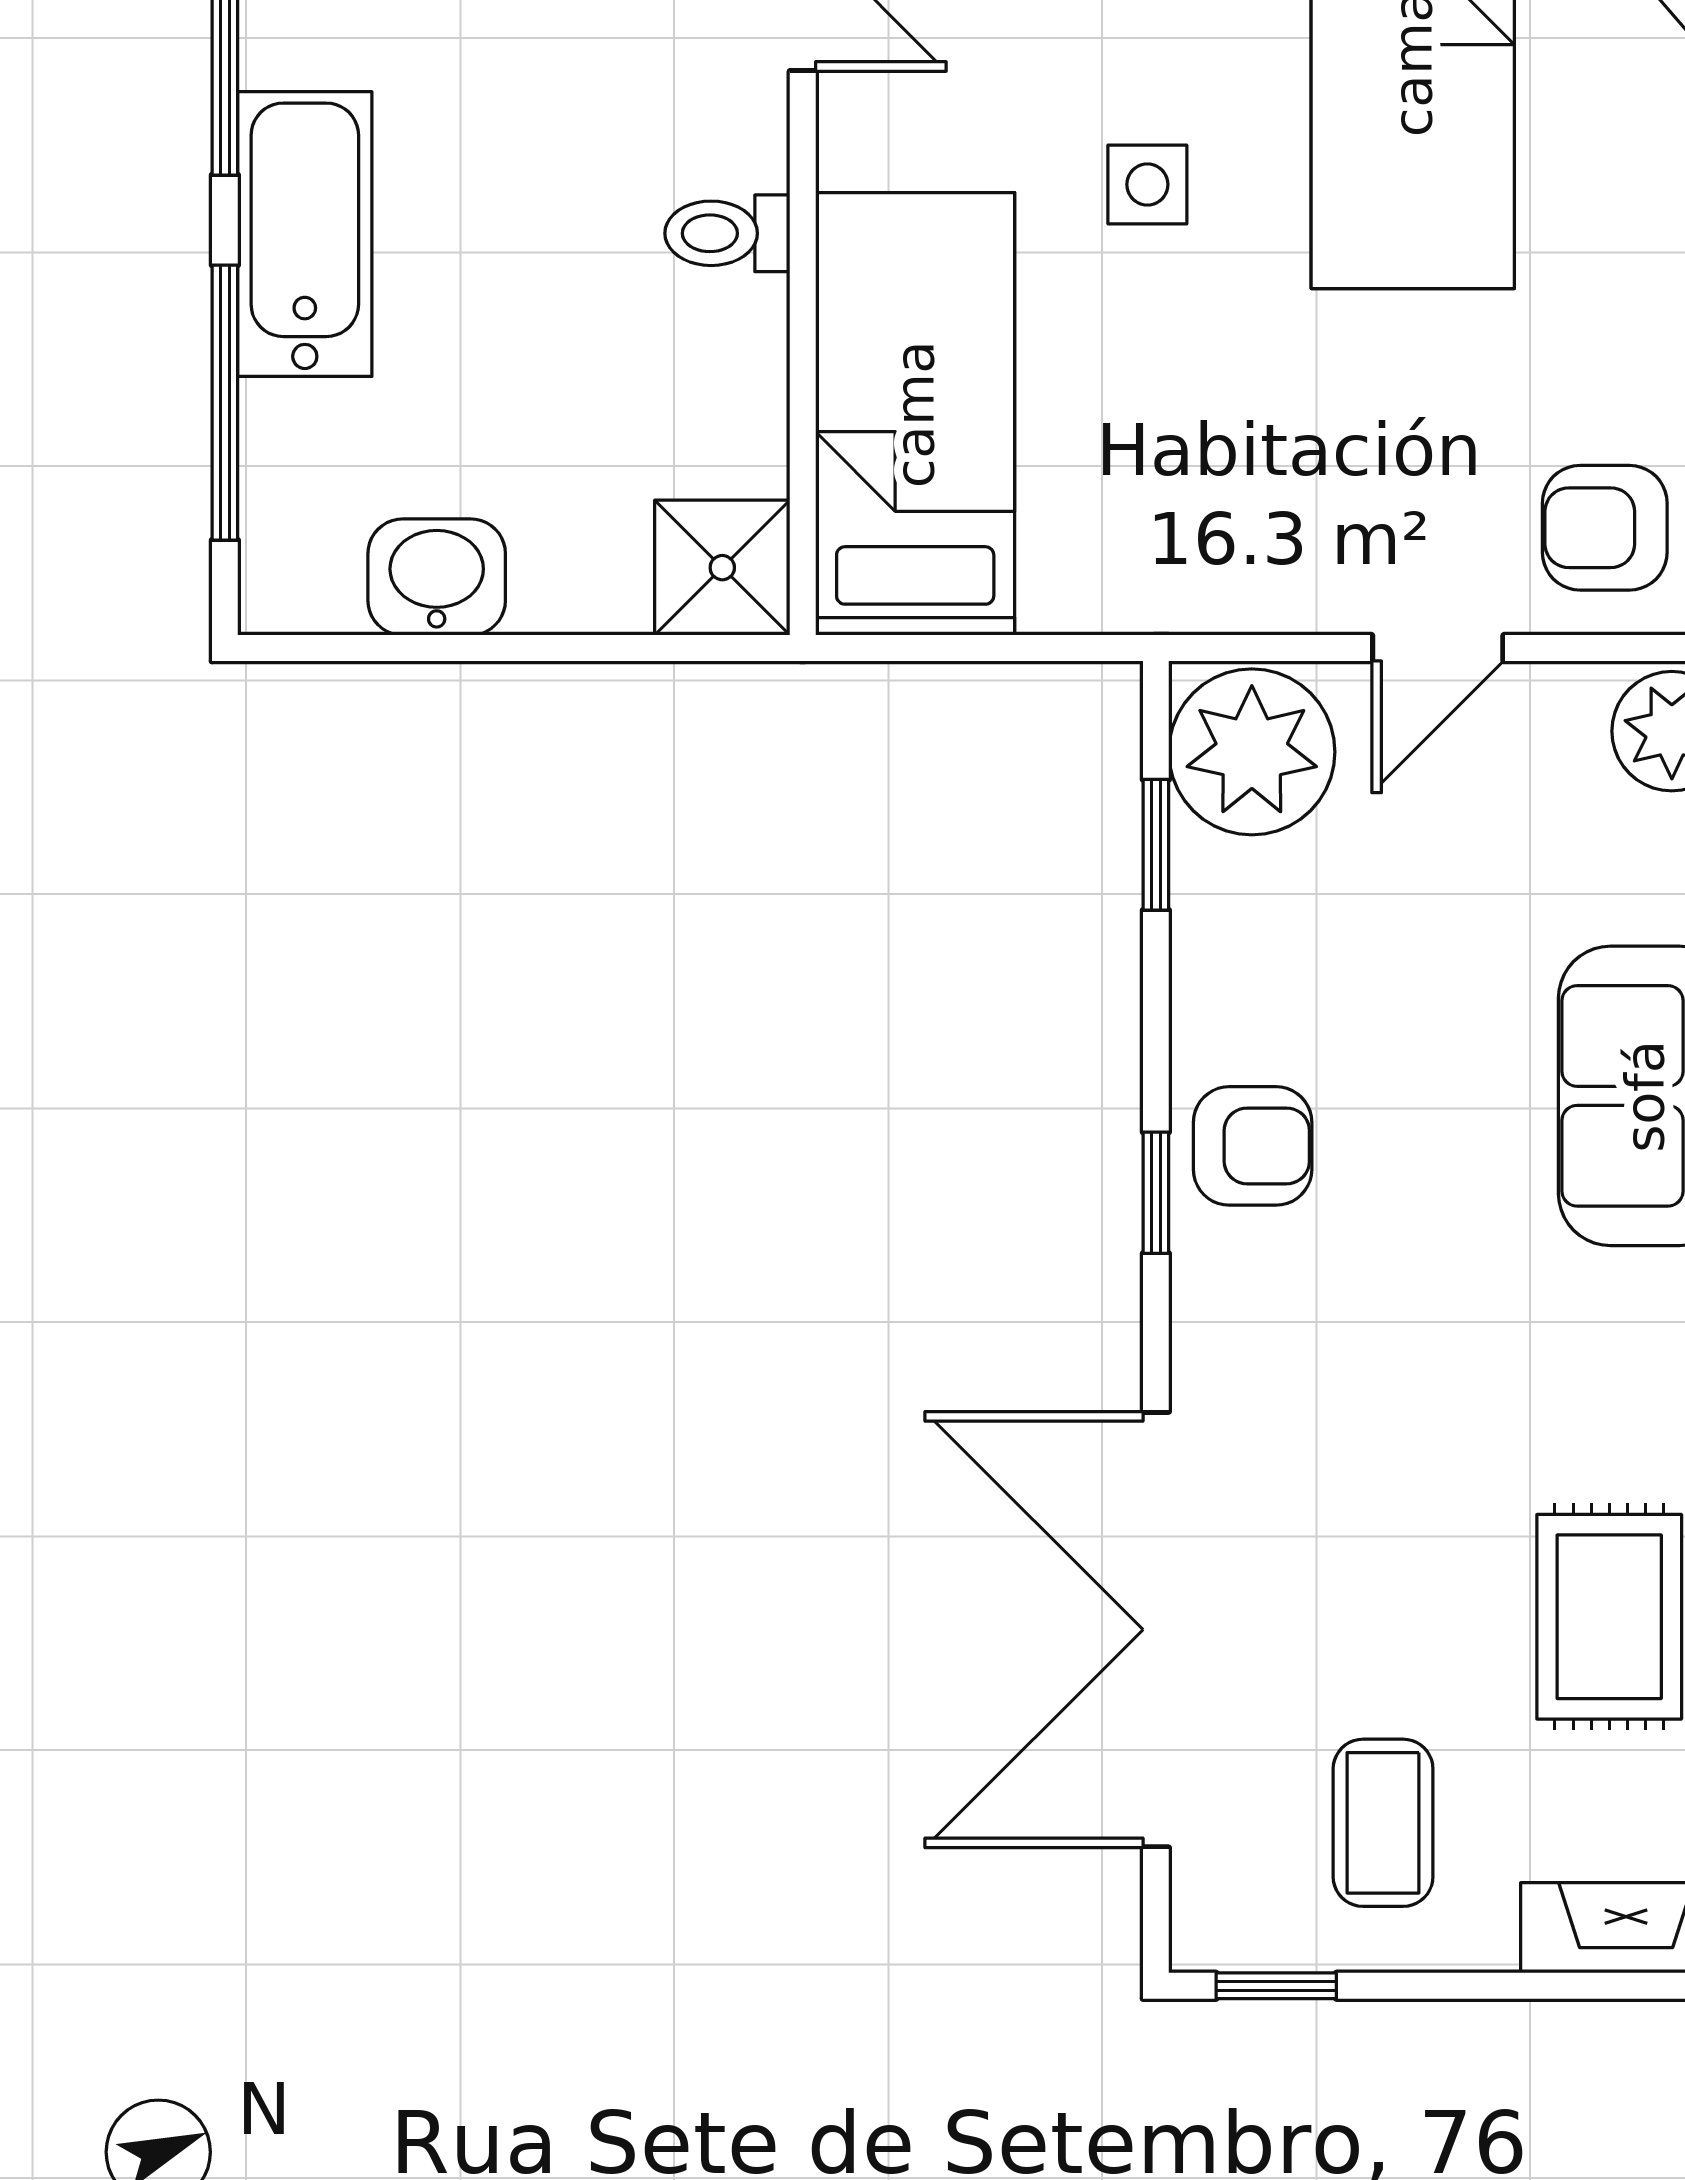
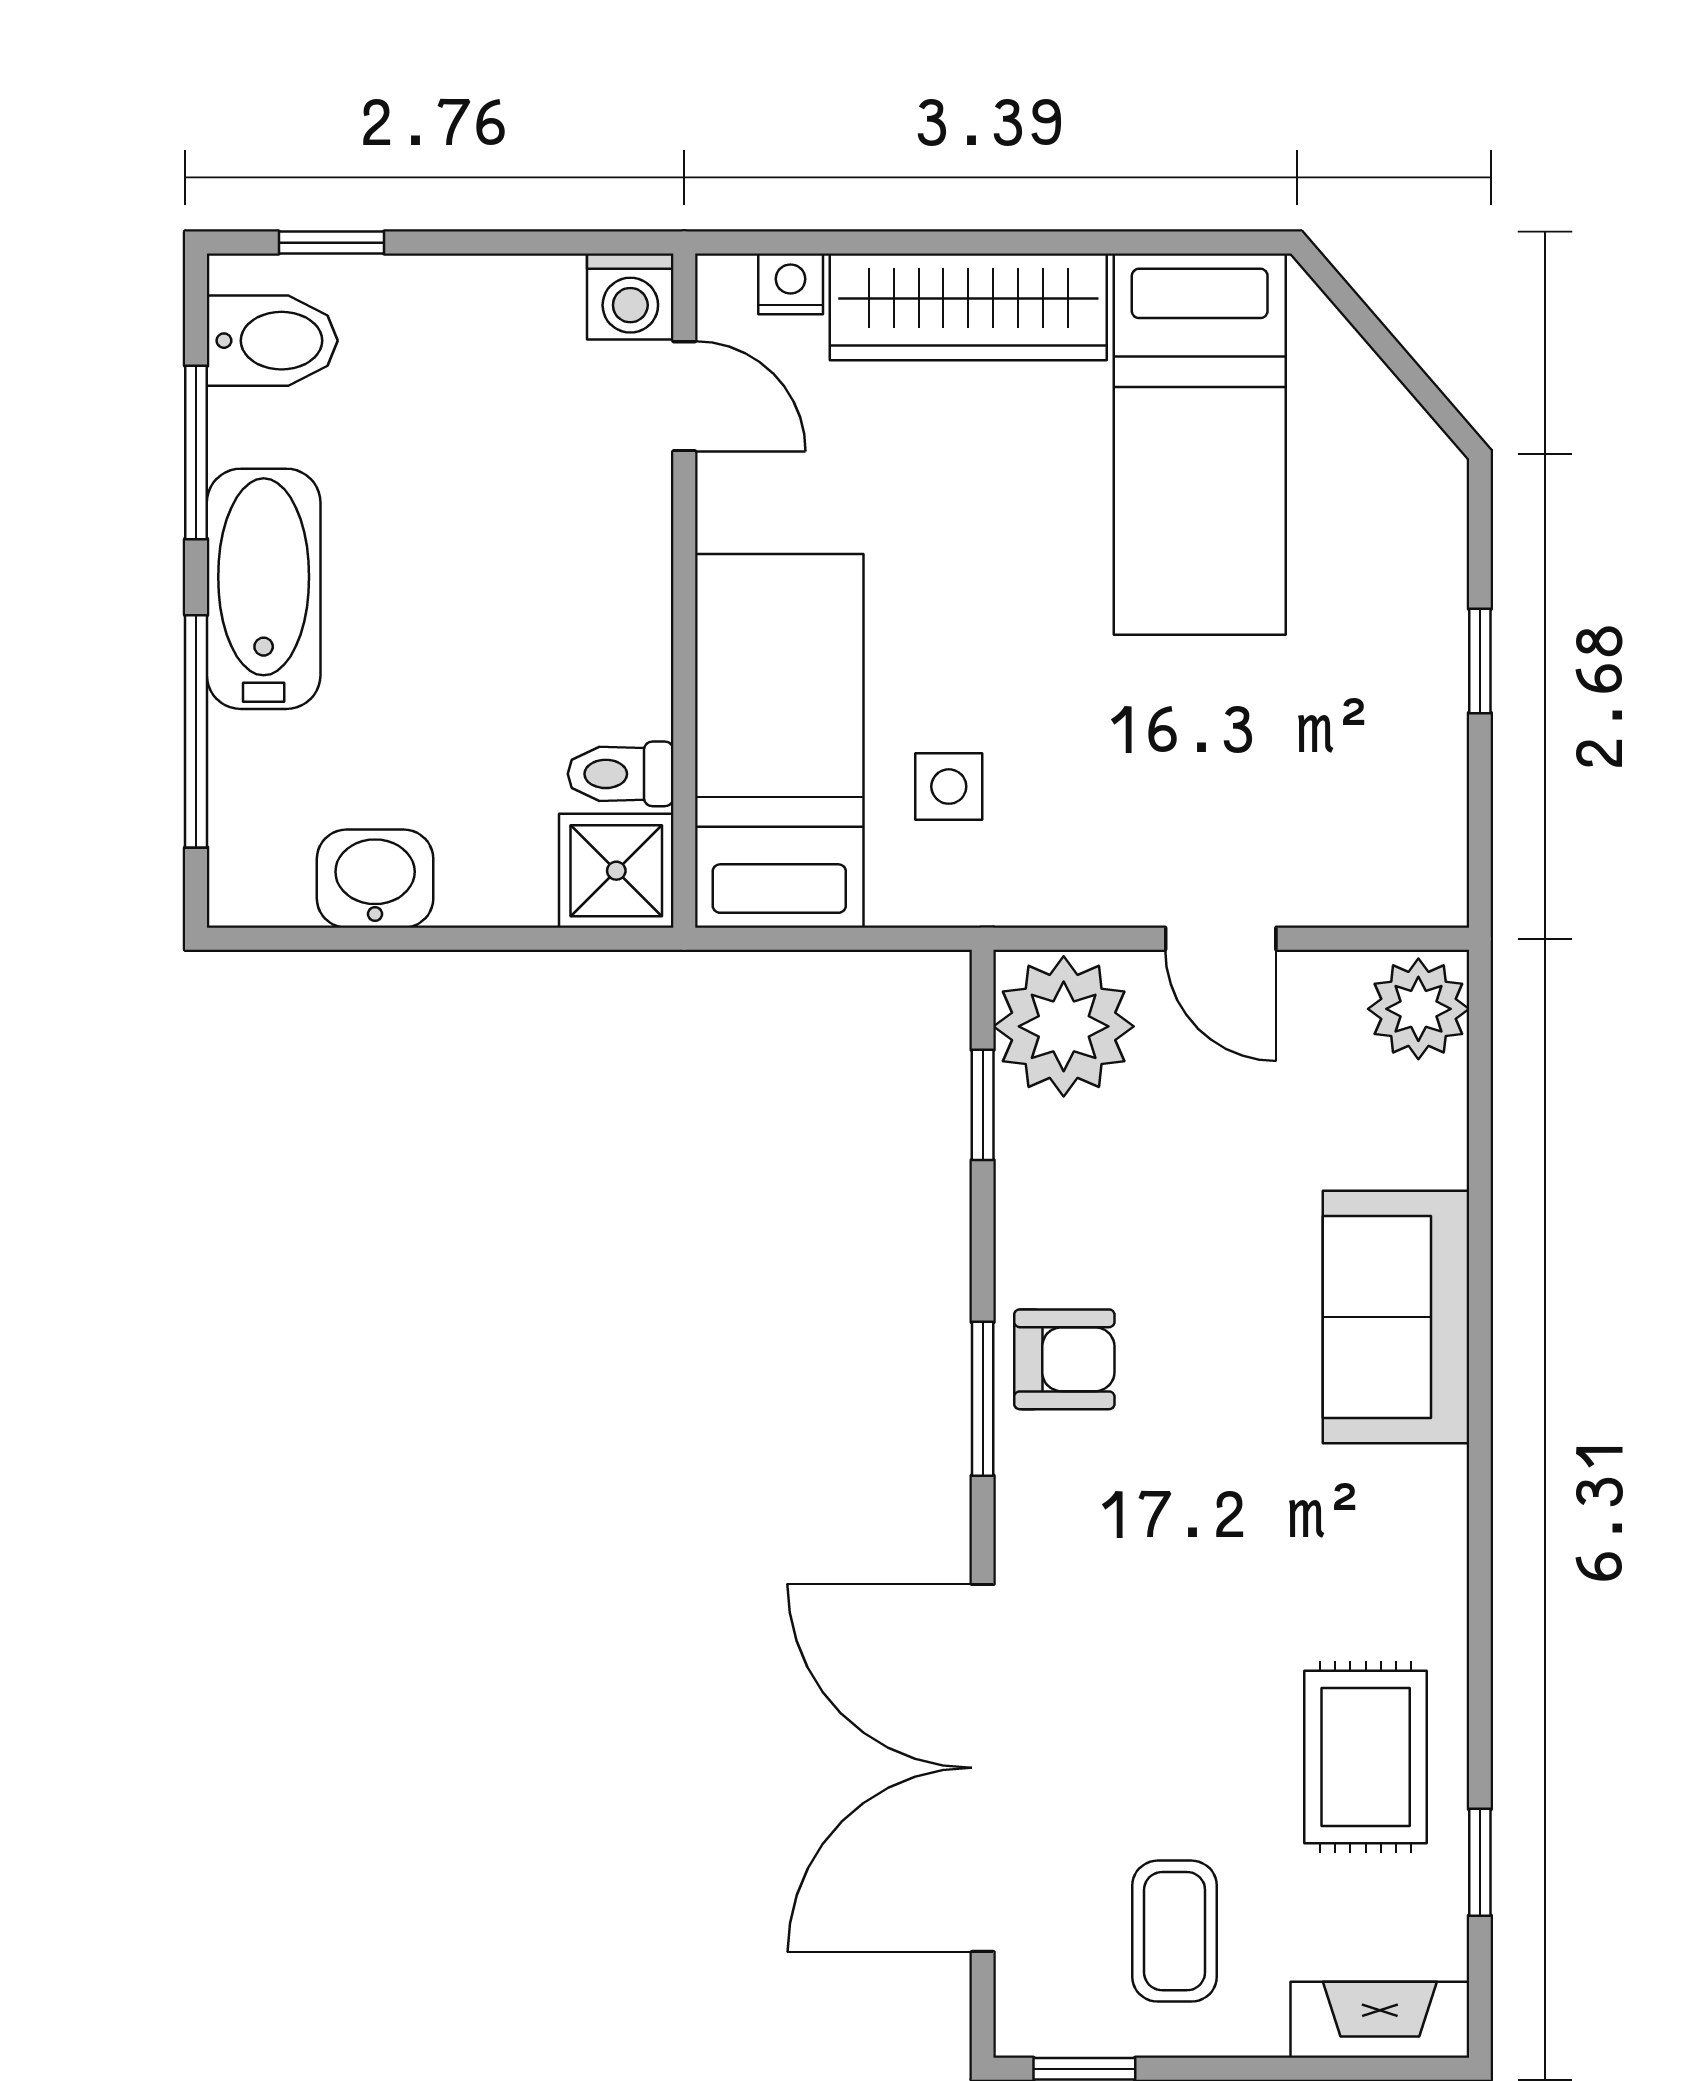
side table: (1147, 184) -> (949, 787), moved
toilet: (727, 233) -> (621, 774), moved
armchair: (1605, 528) -> (1362, 837), removed
door: (1438, 648) -> (1221, 939), hinge flipped
window: (1156, 1193) -> (983, 1399), width x1.50

